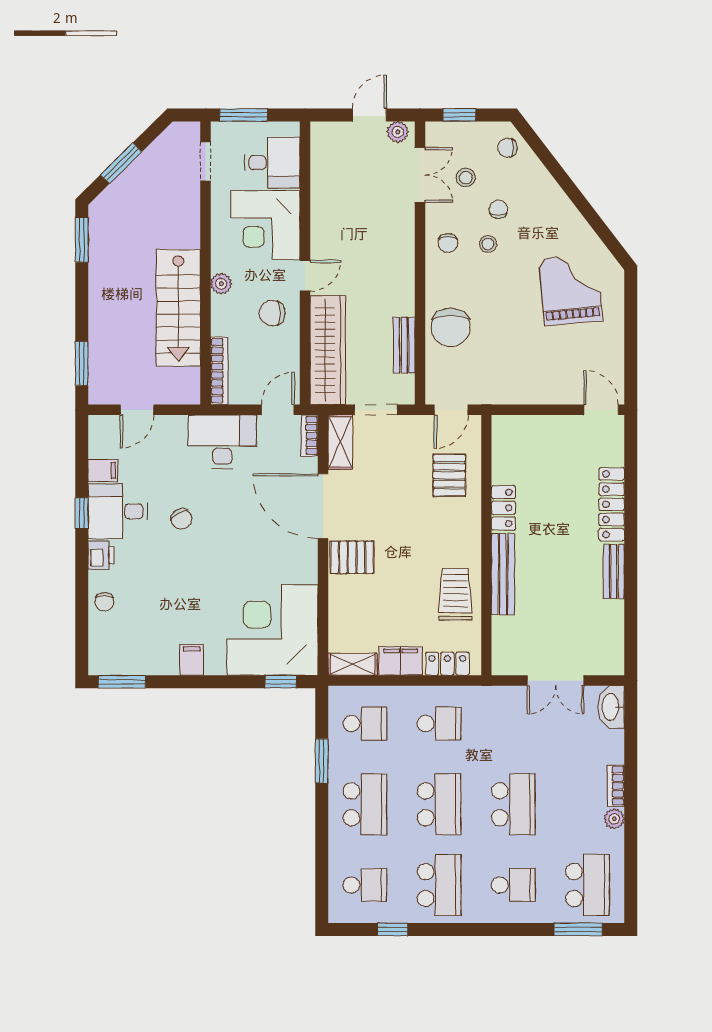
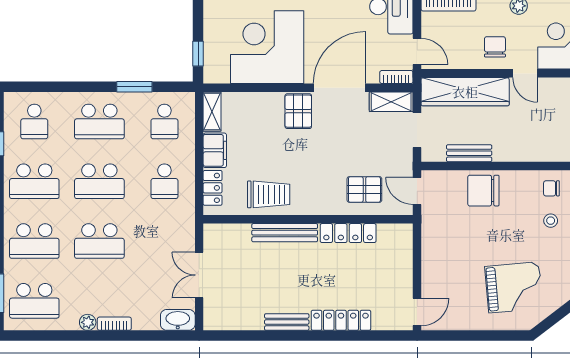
locker: (503, 508) -> (348, 233), width x1.53
corner desk: (273, 630) -> (267, 47), moved, turned -90
school desk: (513, 885) -> (34, 241), width x1.85

